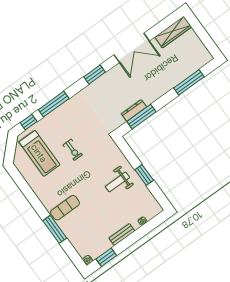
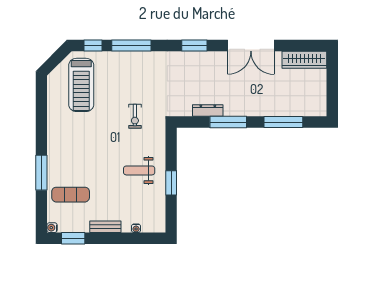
window: (141, 117) -> (228, 122), moved
exercise bike: (73, 150) -> (135, 116), moved
exercise mat: (65, 208) -> (71, 195), moved

